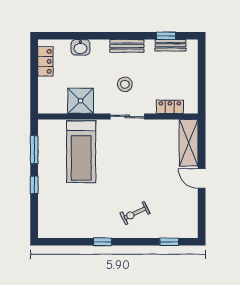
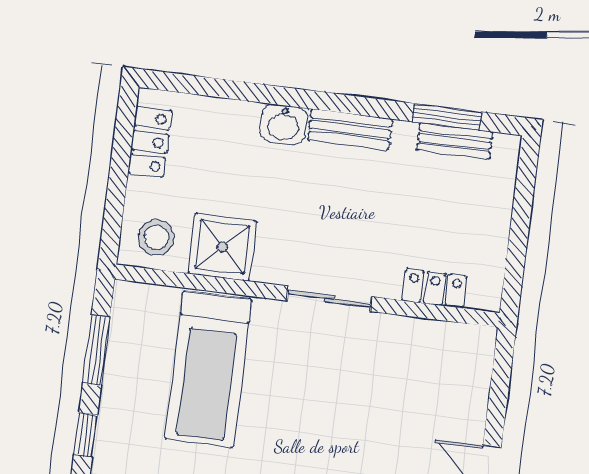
window: (166, 36) -> (447, 117), width x1.50
washbasin: (80, 47) -> (284, 125), moved
stool: (125, 84) -> (156, 237), moved
shelving: (189, 143) -> (469, 380), removed

